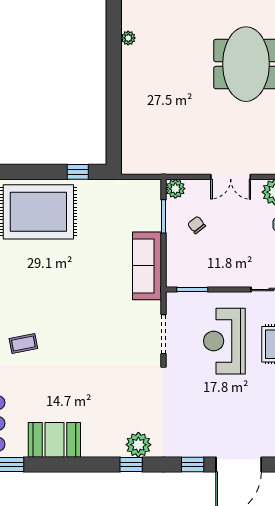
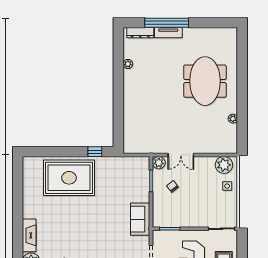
double door: (231, 177) -> (181, 155), moved
sofa: (147, 266) -> (140, 219), width x0.73

